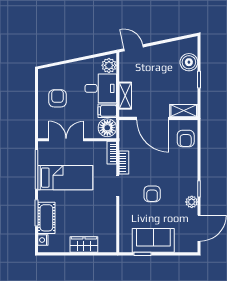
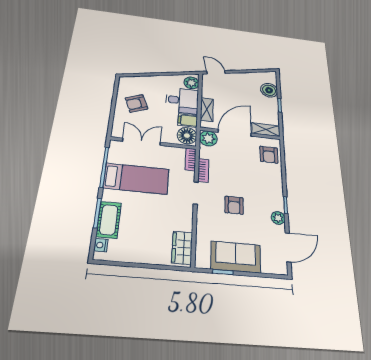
armchair: (58, 98) -> (136, 103), turned -112
door: (153, 118) -> (235, 133), swing flipped
plant: (128, 128) -> (208, 138), added
wardrobe: (84, 245) -> (182, 248), moved, turned -90

